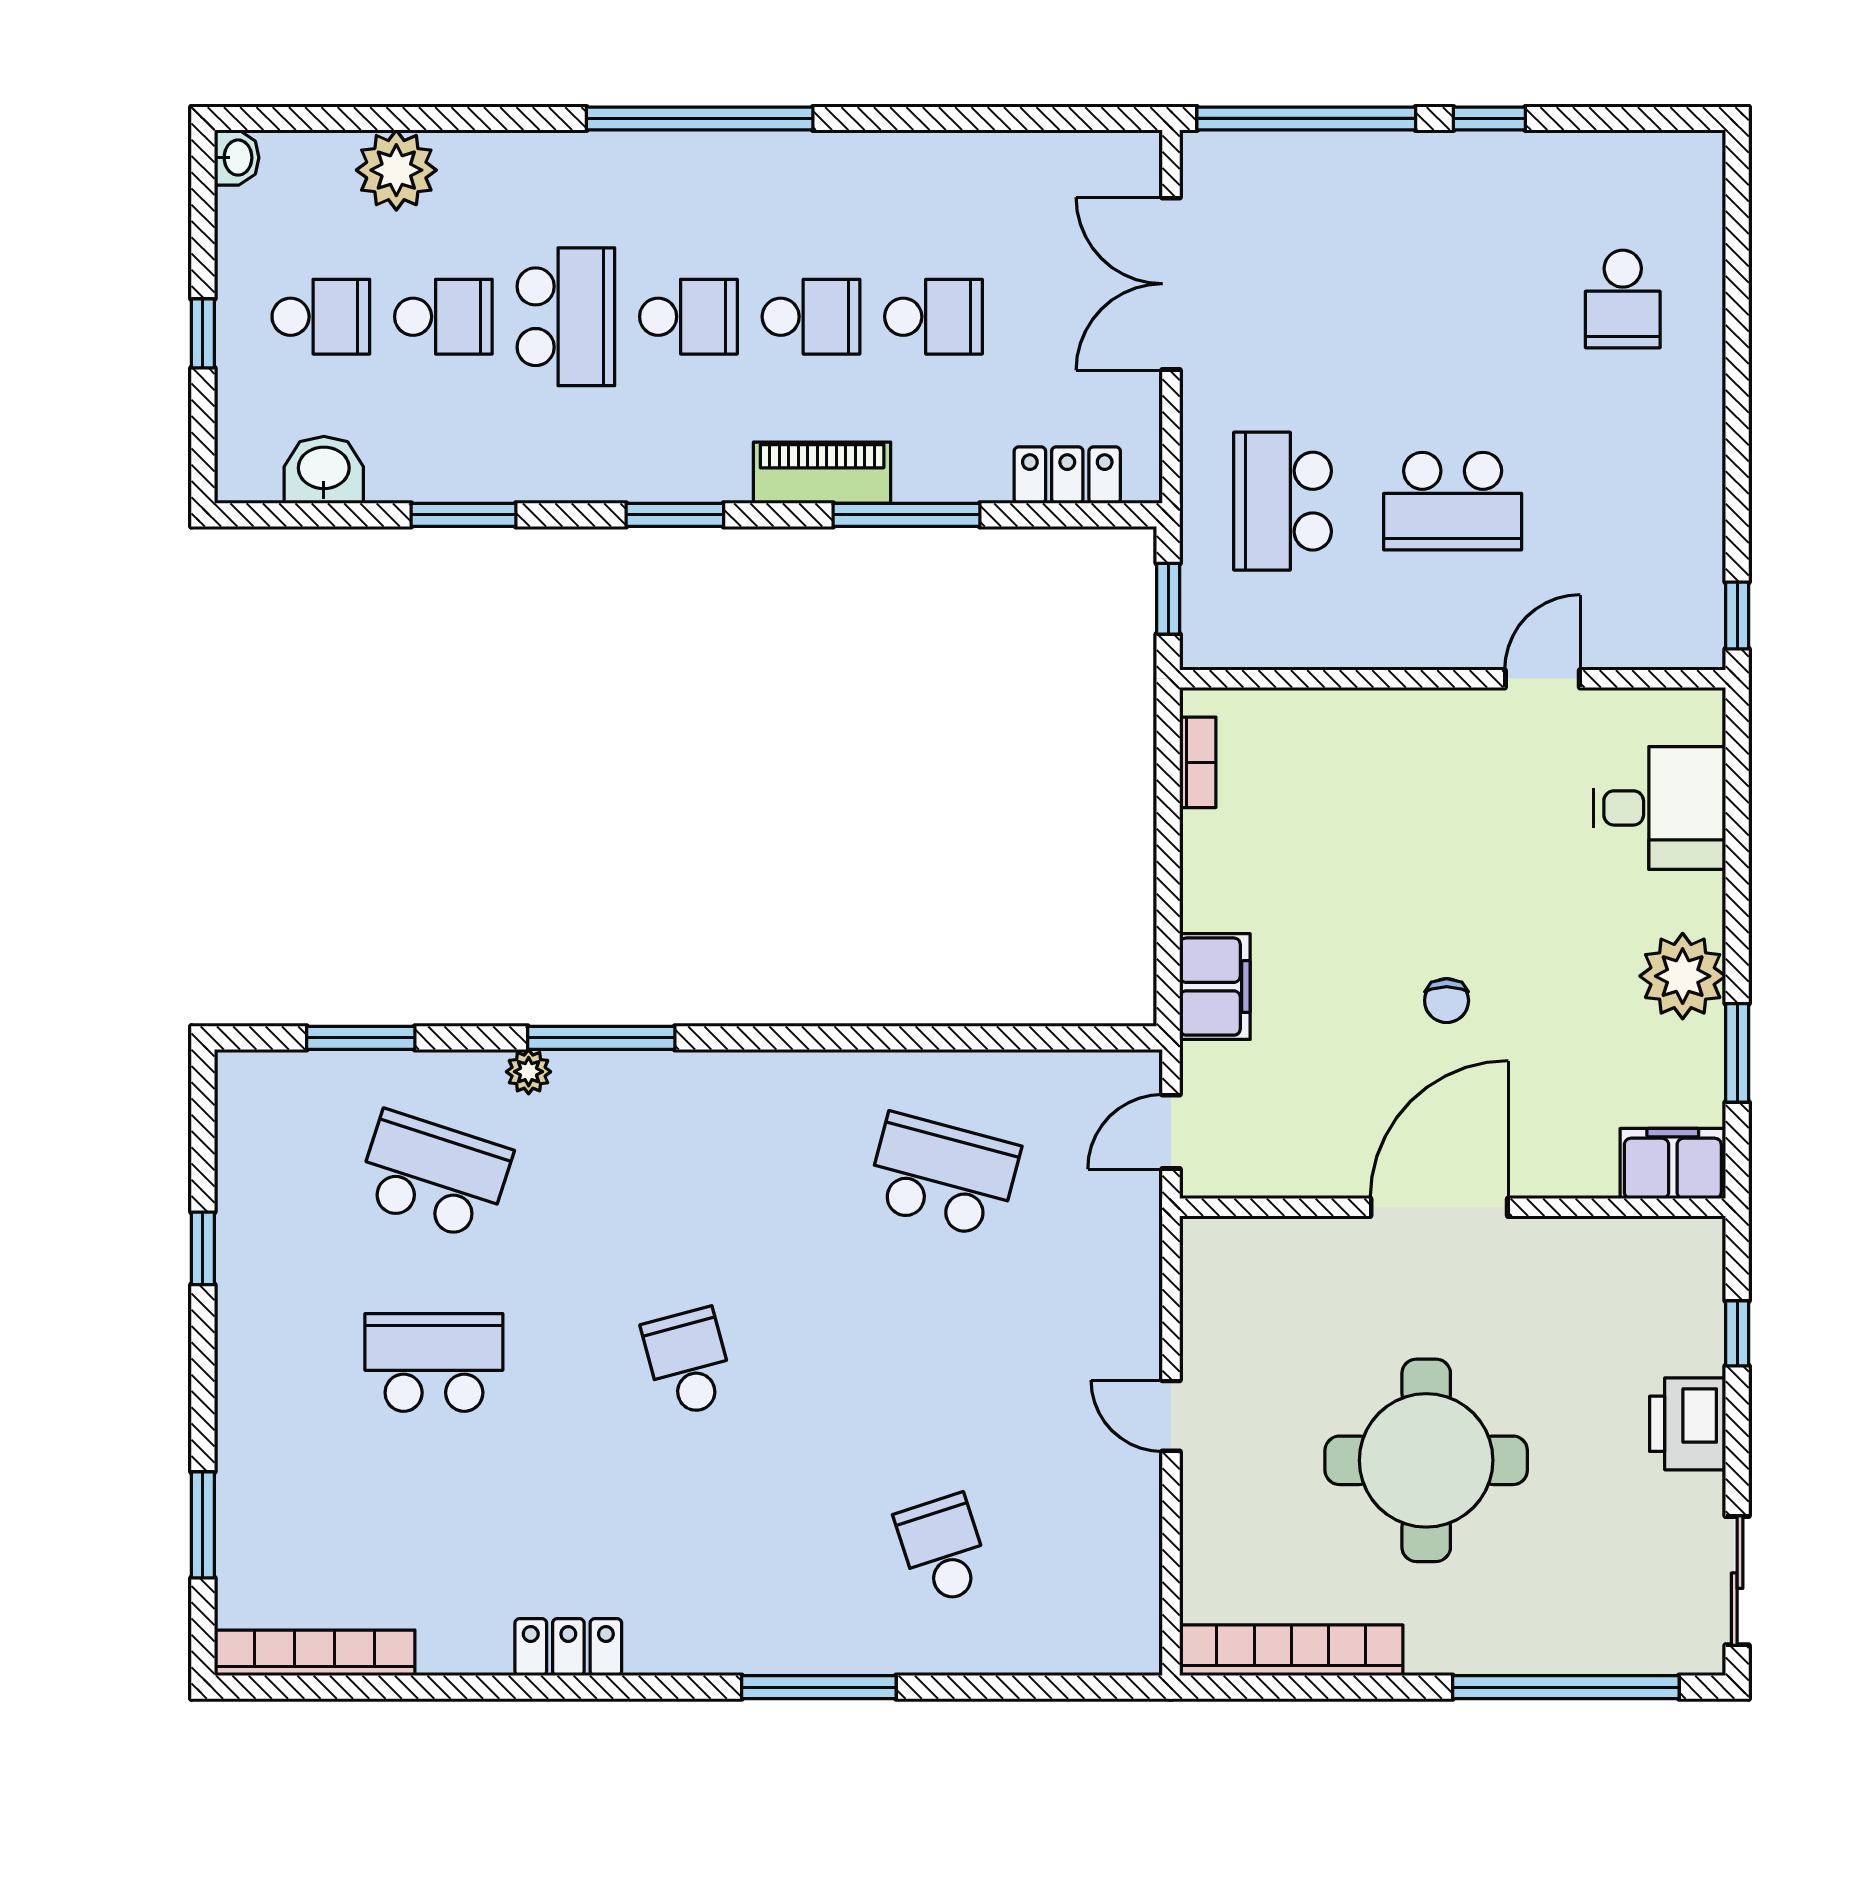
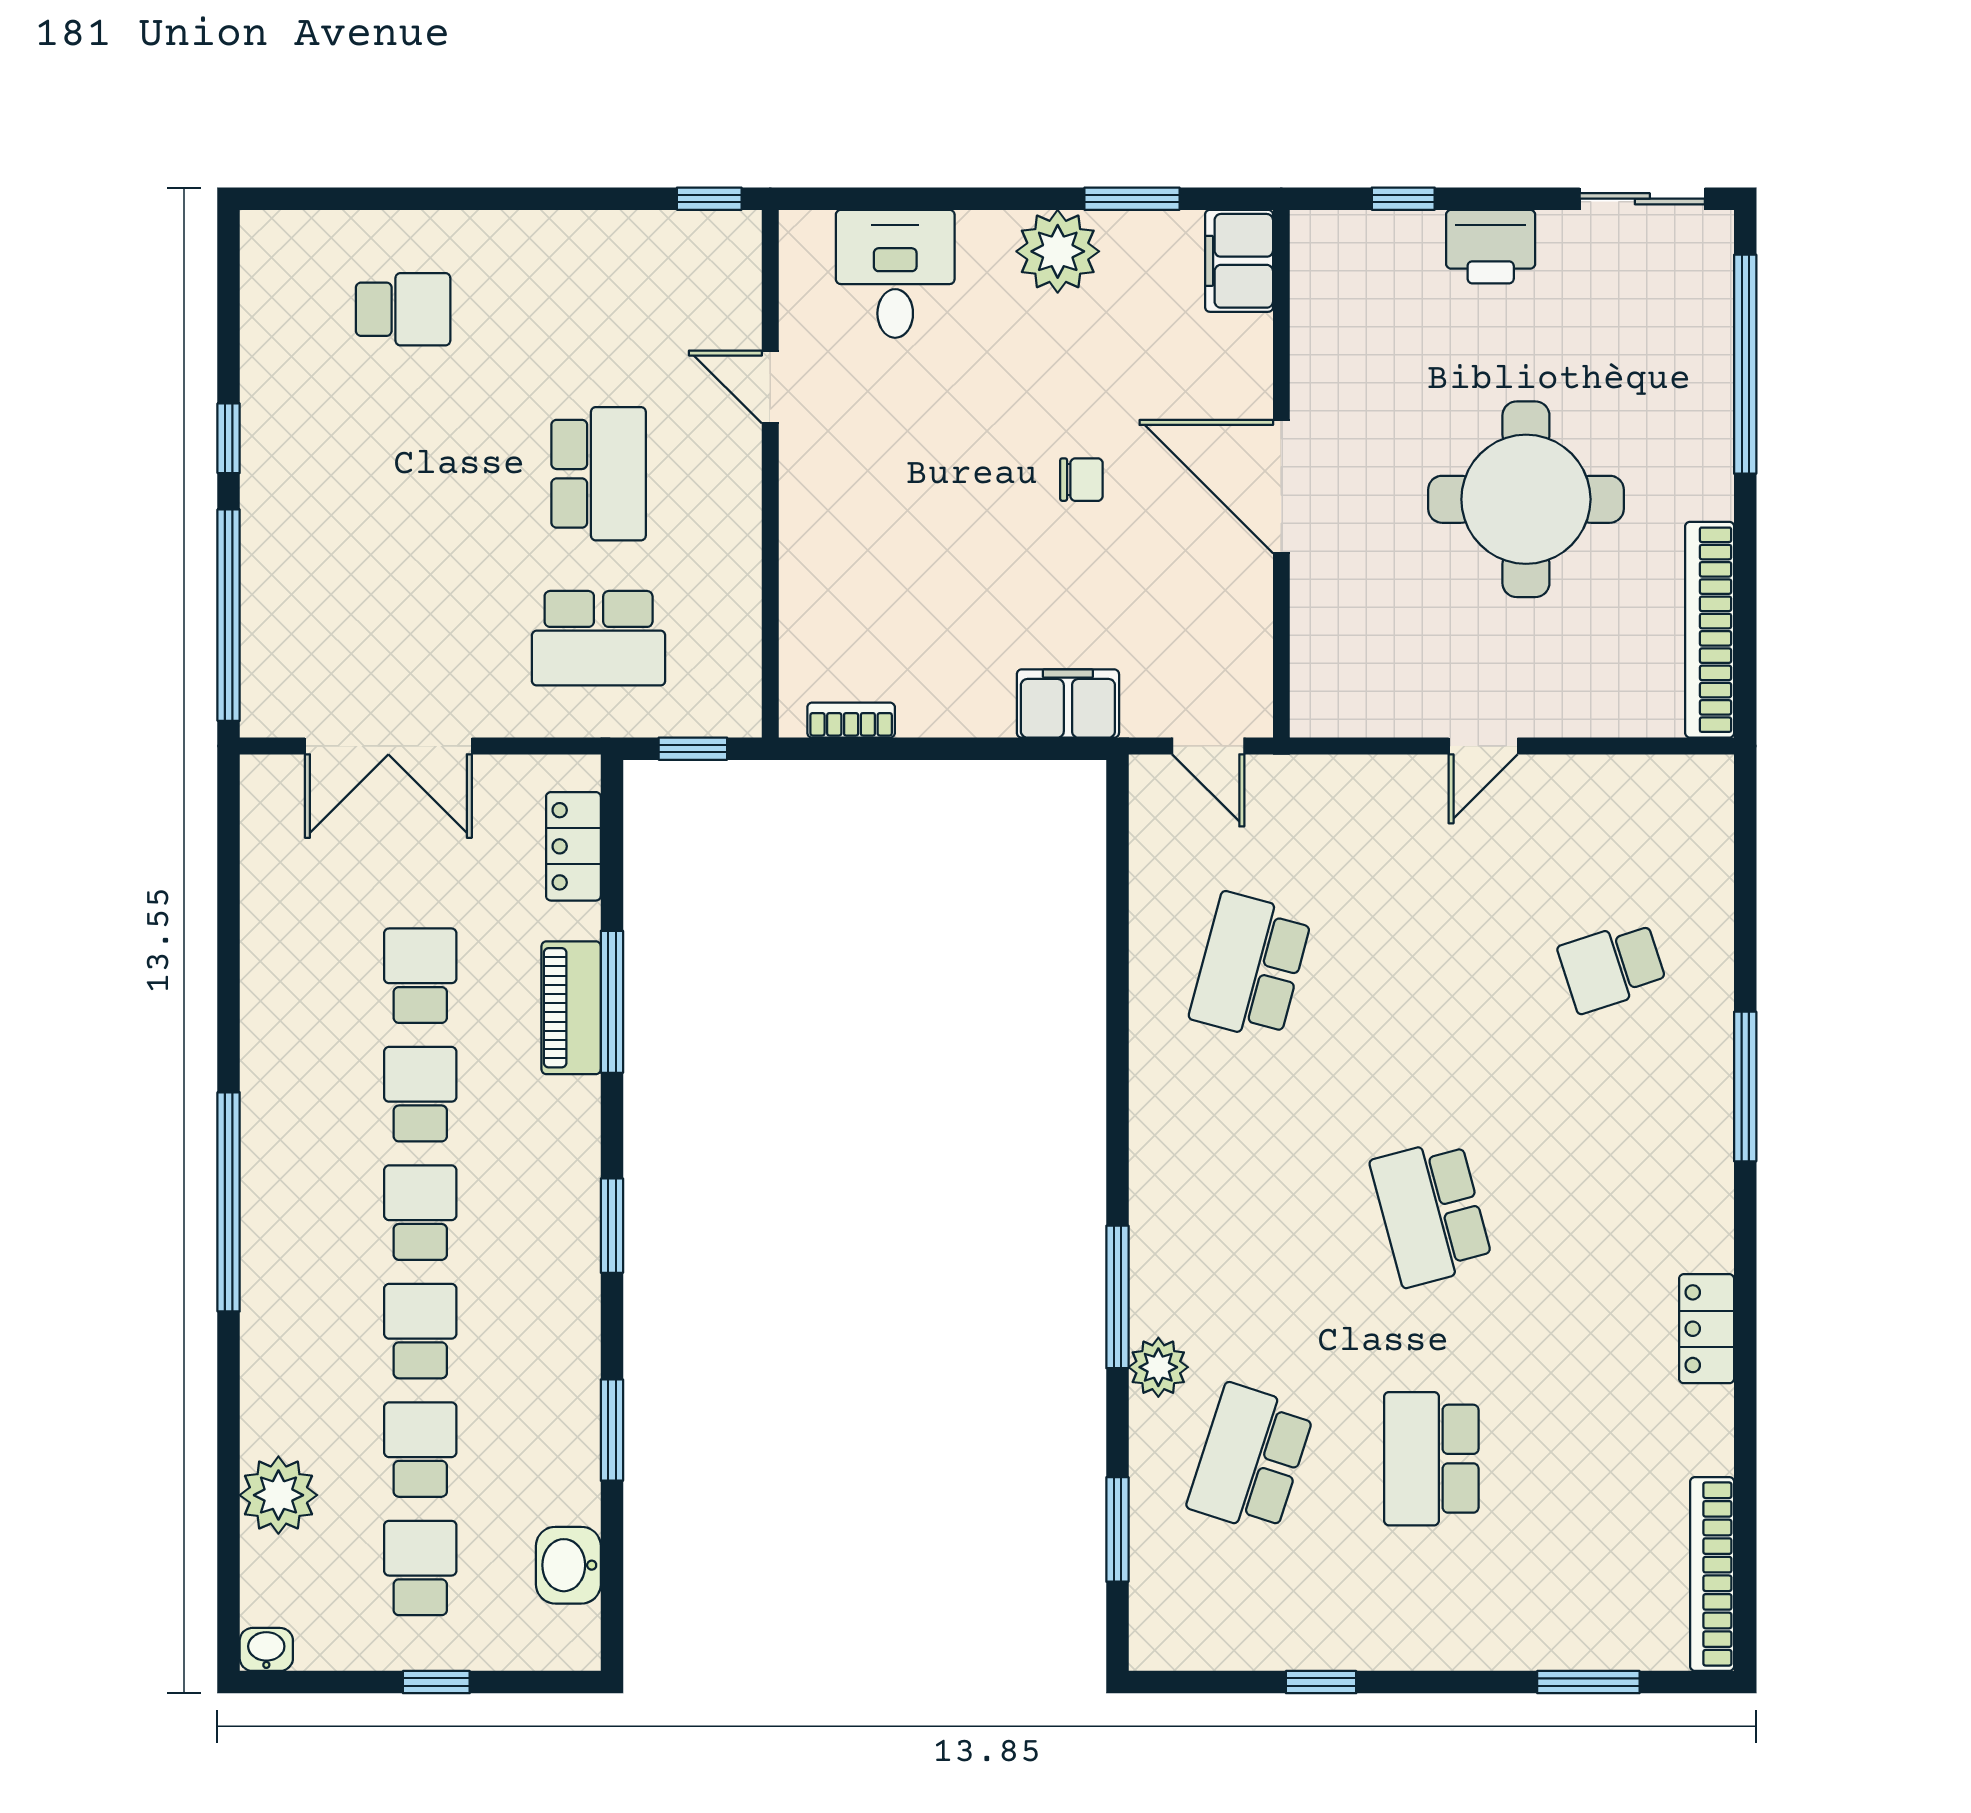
school desk: (566, 317) -> (420, 1331), width x0.54
piano: (822, 473) -> (571, 1008), moved
plant: (529, 1072) -> (1158, 1367), width x1.38, depth x1.38
school desk: (688, 1362) -> (1431, 1213), width x1.85

